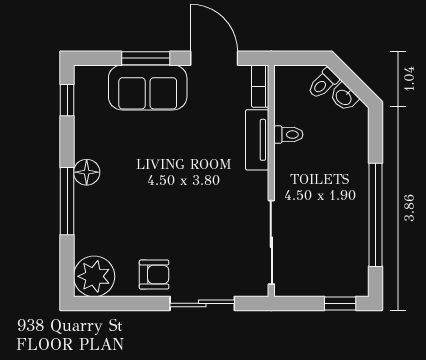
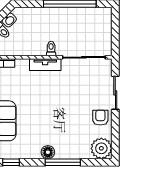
toilet: (288, 135) -> (51, 49), moved
tv unit: (257, 140) -> (45, 65), moved
window: (340, 303) -> (115, 22), removed

